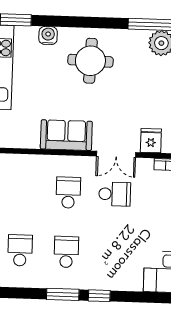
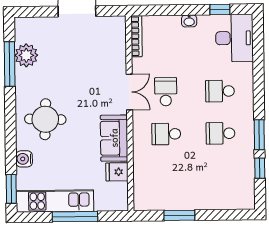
fridge: (151, 141) -> (117, 172), moved
school desk: (20, 250) -> (220, 91), moved
window: (99, 296) -> (260, 168), moved

